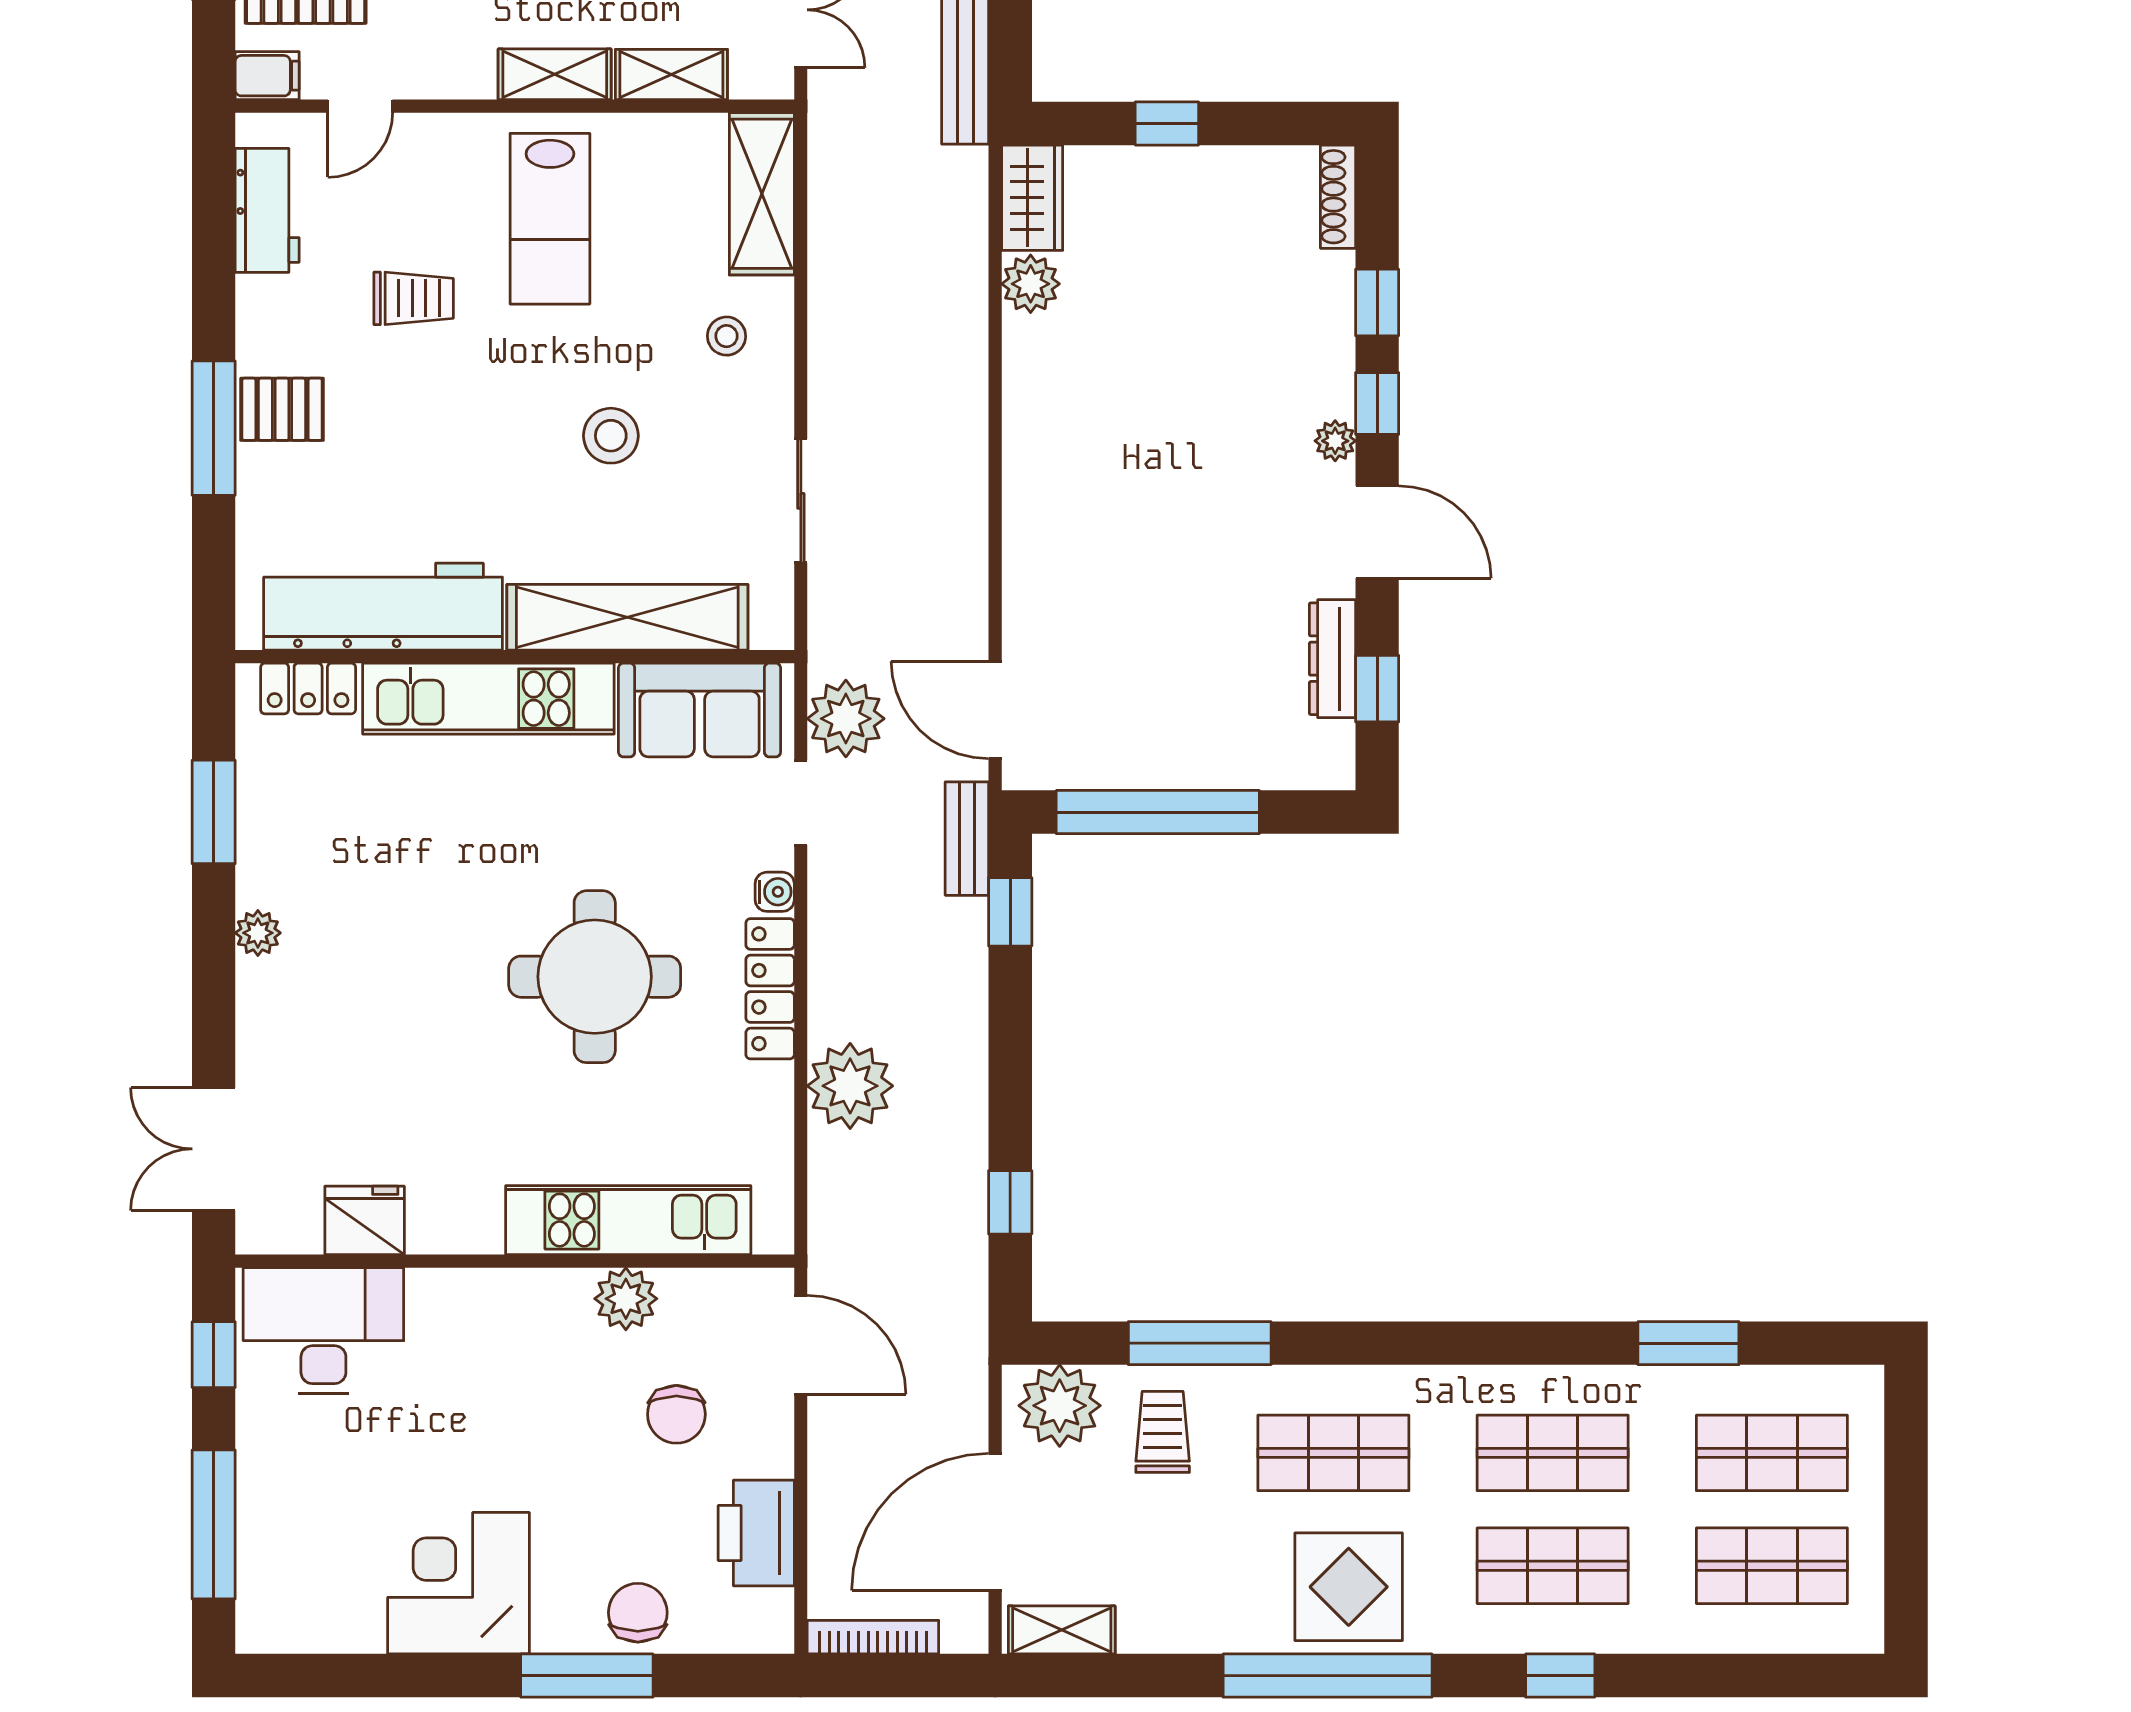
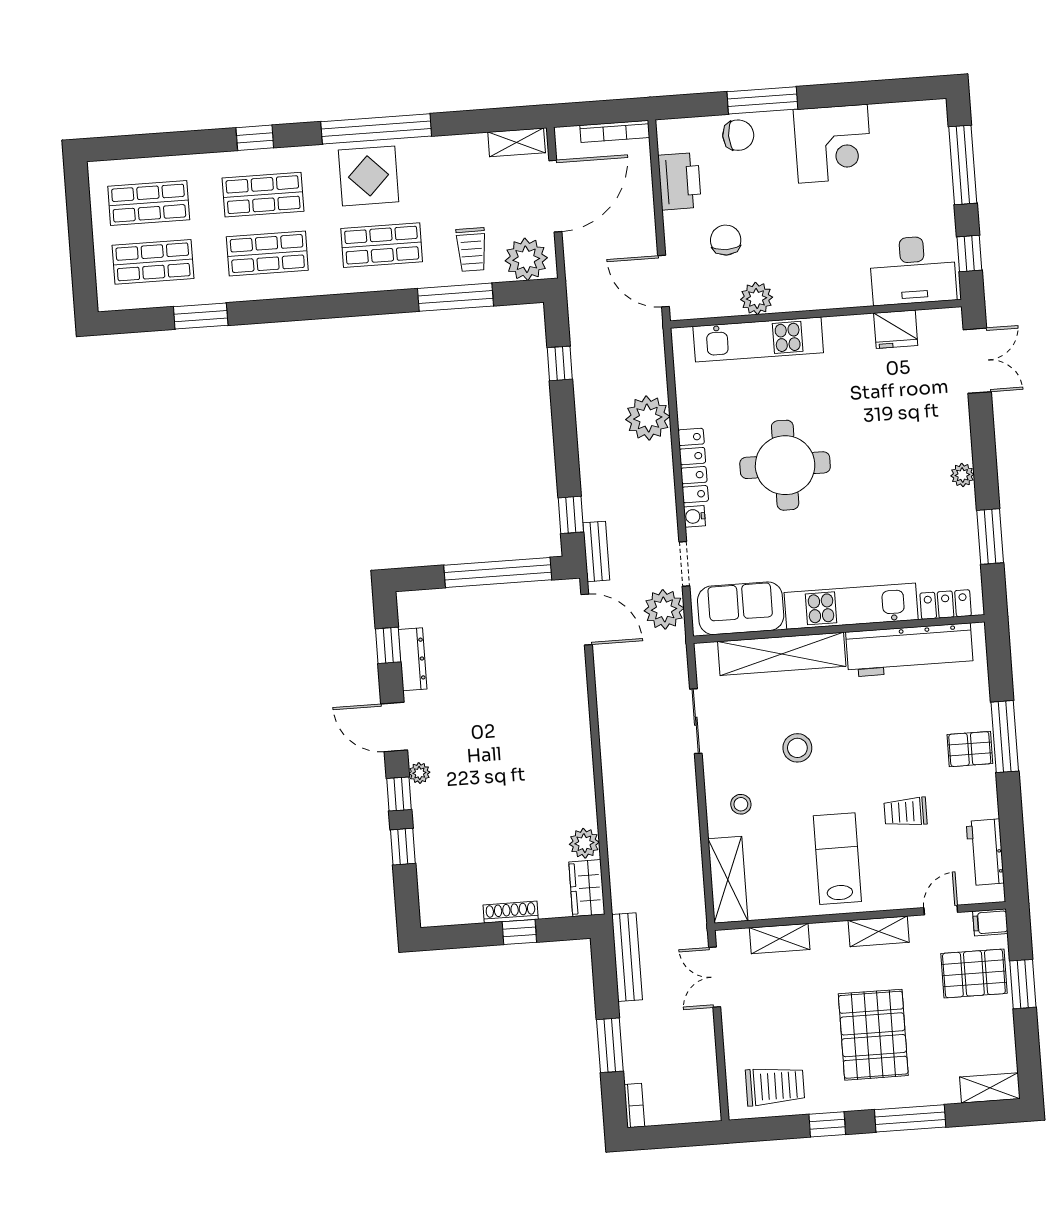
shelving: (555, 74) -> (879, 931), moved
shoe rack: (1338, 197) -> (511, 912), moved, turned -90
chair: (638, 1613) -> (738, 135), turned -90

